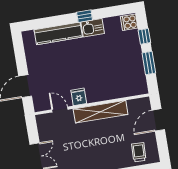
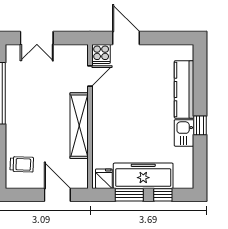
cooker: (129, 22) -> (101, 54), moved, turned 180
freezer: (132, 54) -> (143, 176), added
fridge: (79, 97) -> (104, 179), moved, turned -90

